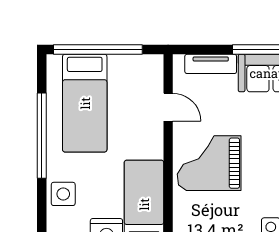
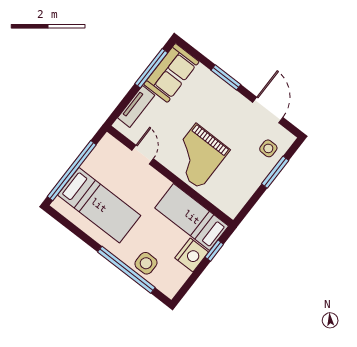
door: (168, 107) -> (143, 155), hinge flipped
window: (42, 136) -> (126, 270), moved

